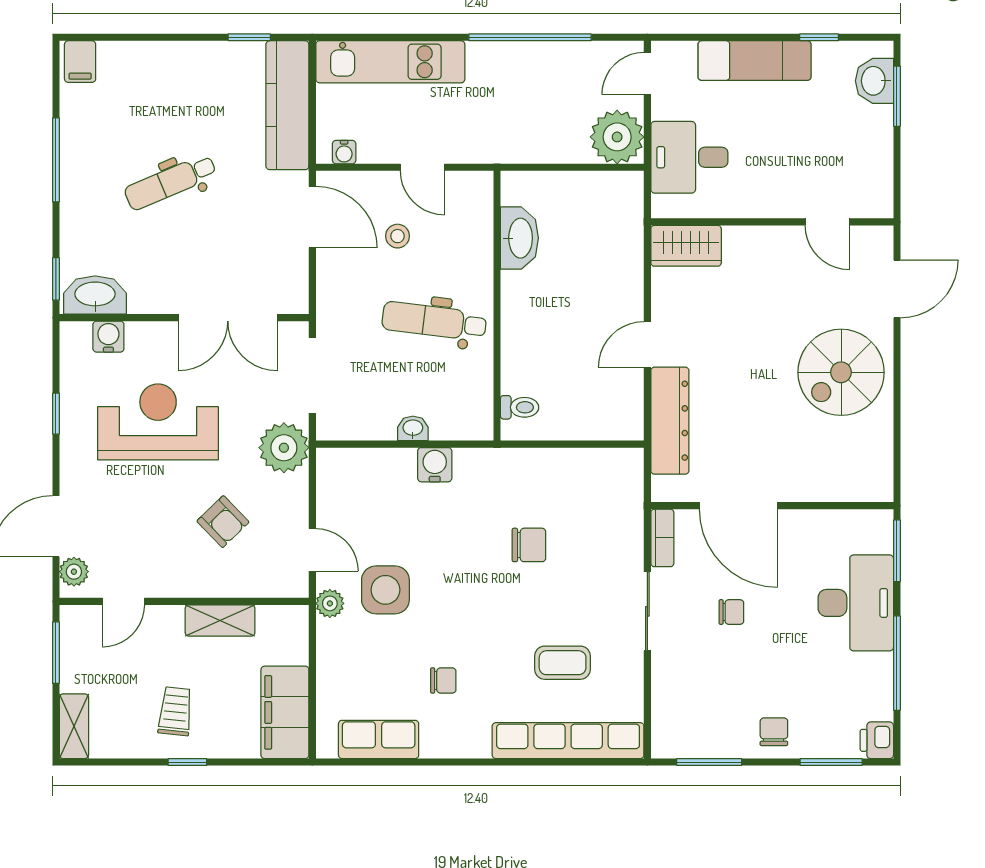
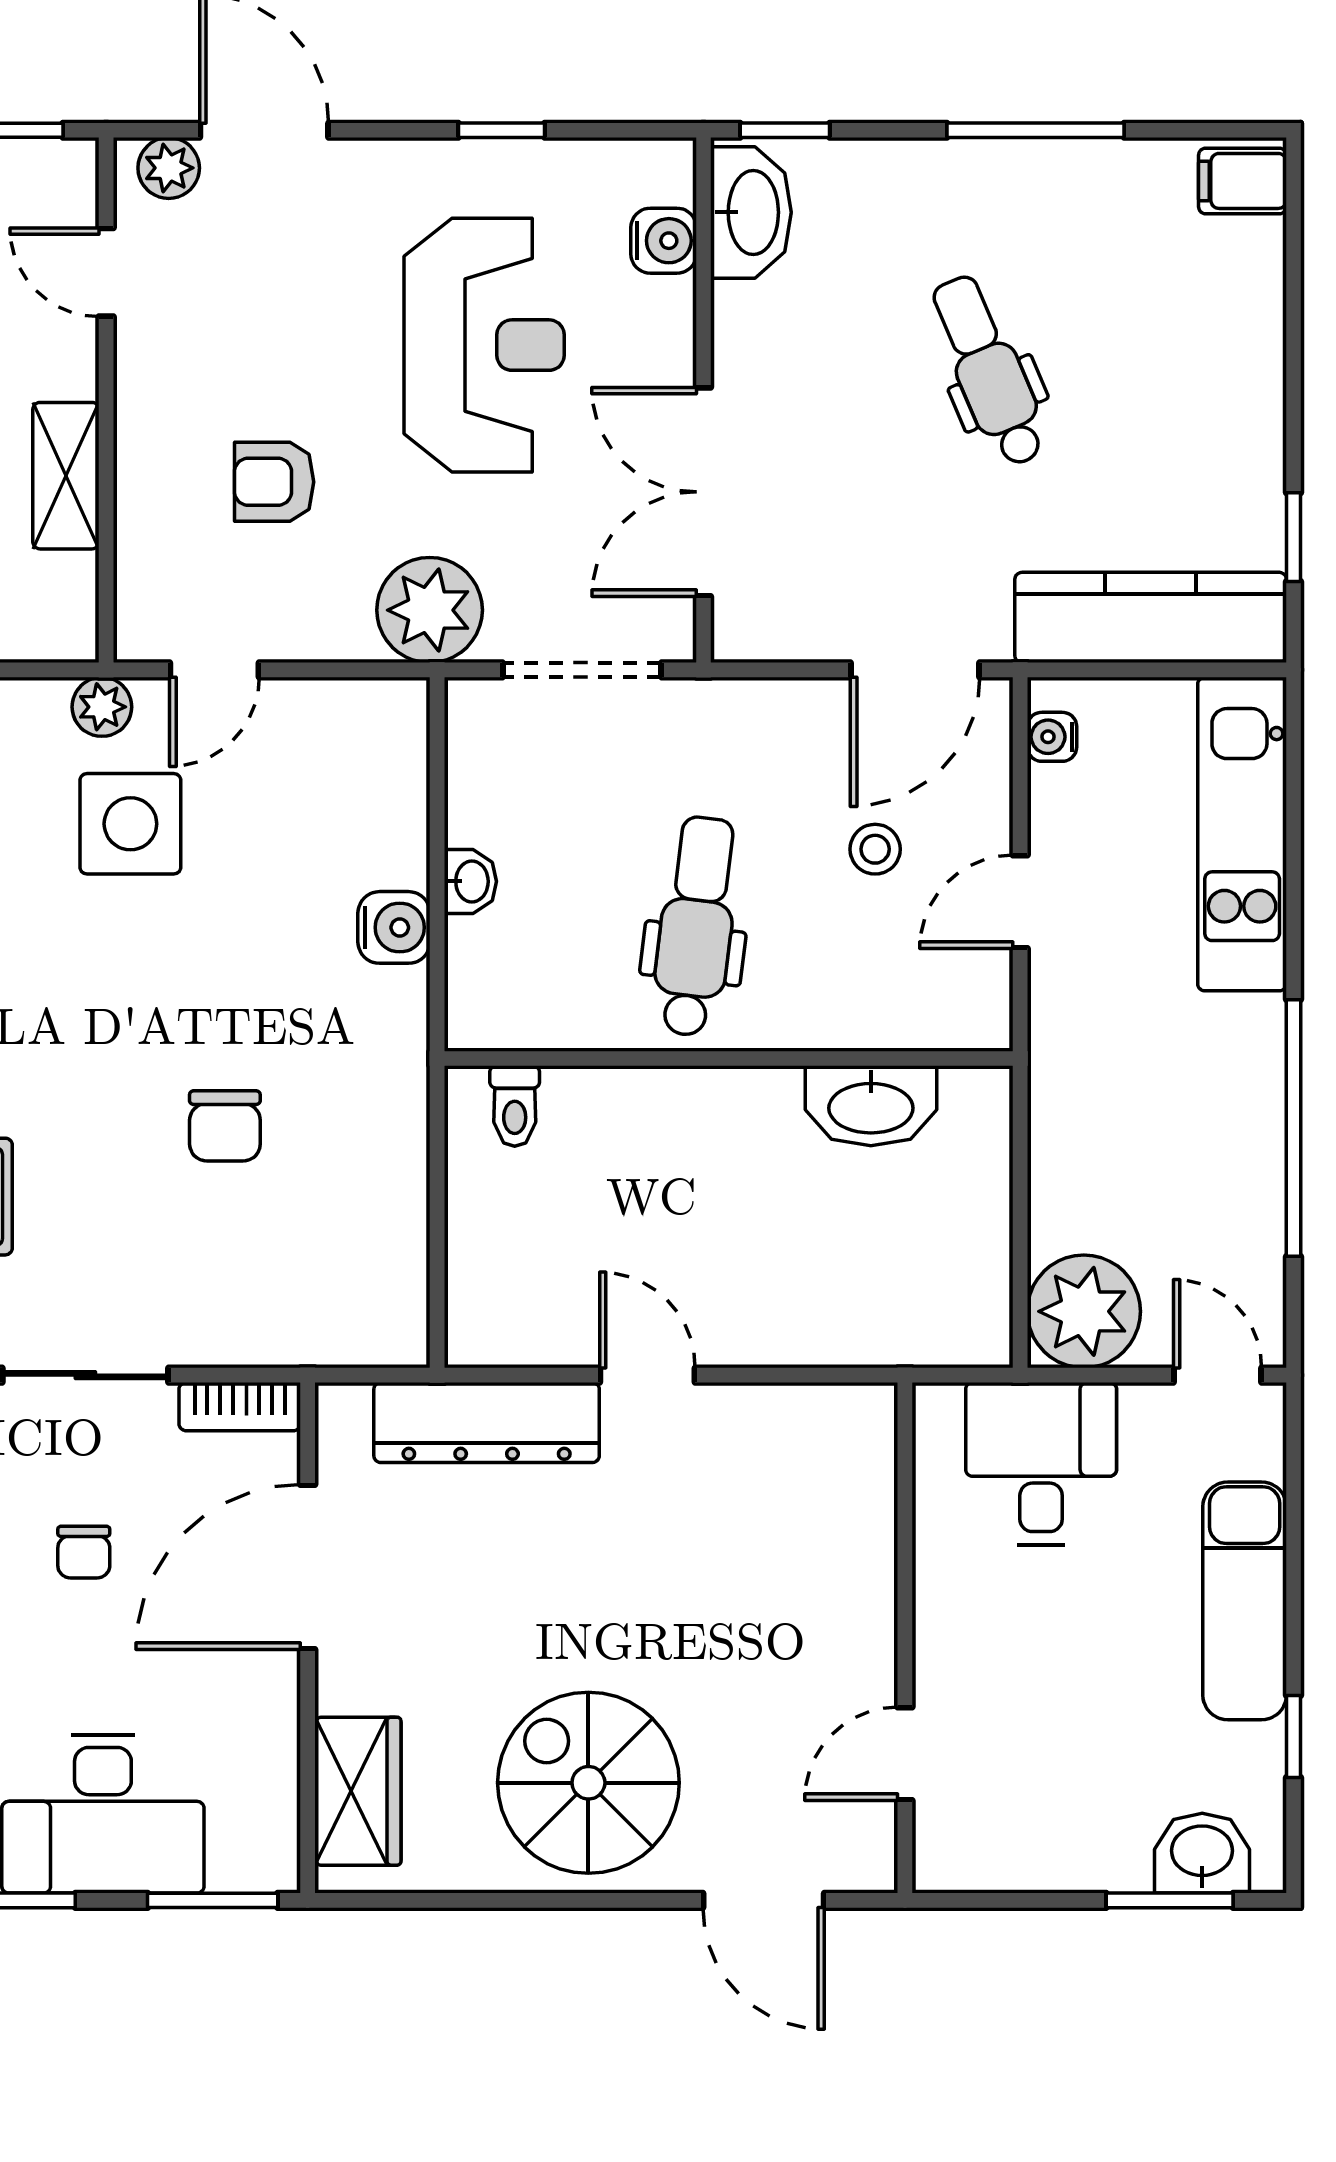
wardrobe: (686, 246) -> (358, 1791), moved, turned 180
armchair: (223, 522) -> (274, 482), turned 44

